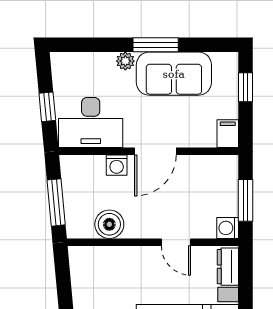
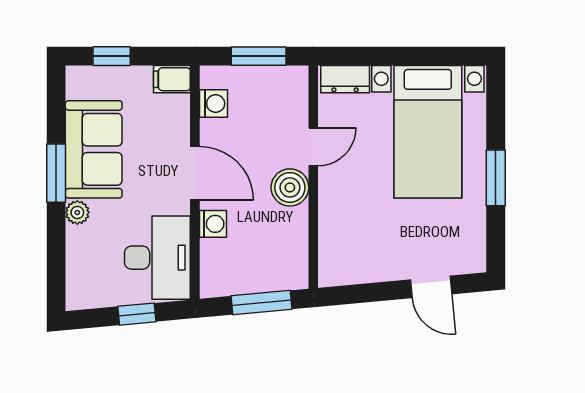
boiler: (109, 224) -> (290, 187), moved
washing machine: (228, 228) -> (213, 104), moved, turned -90

